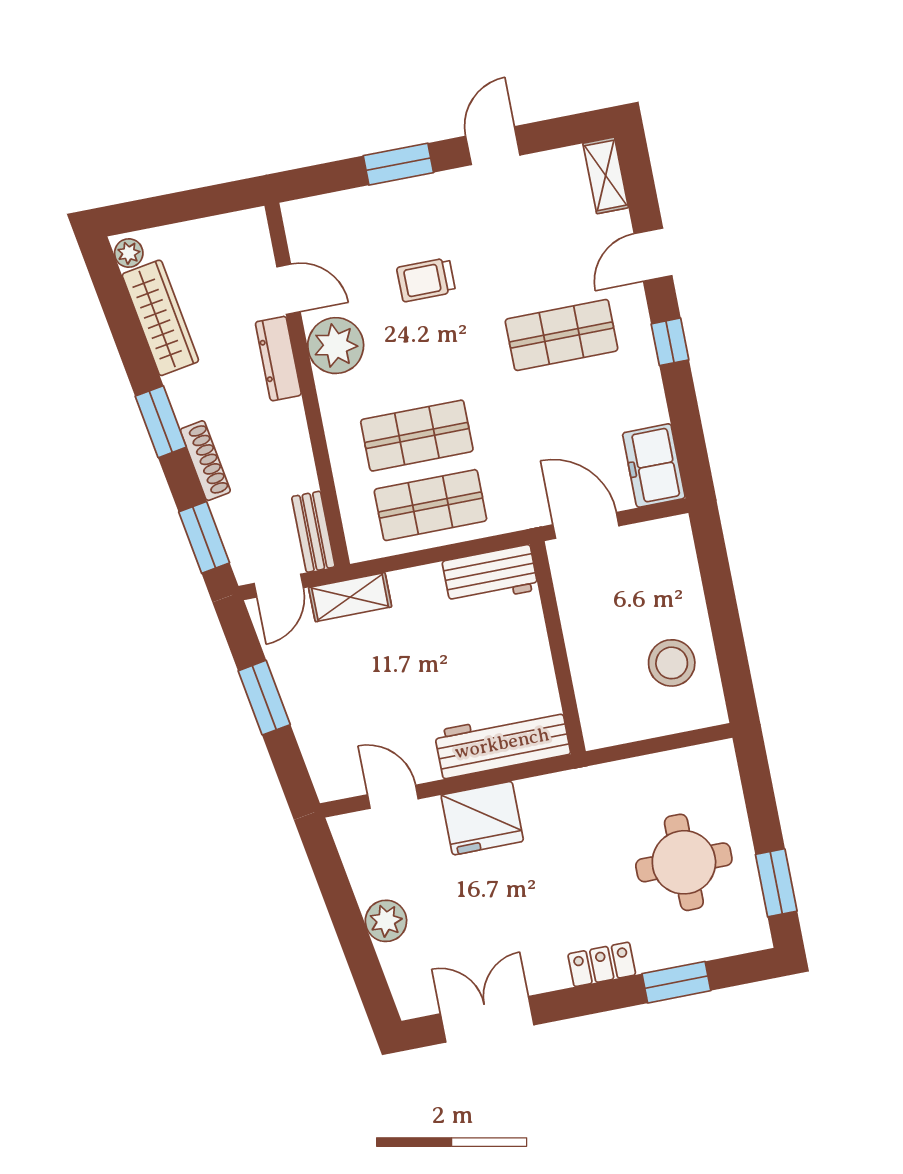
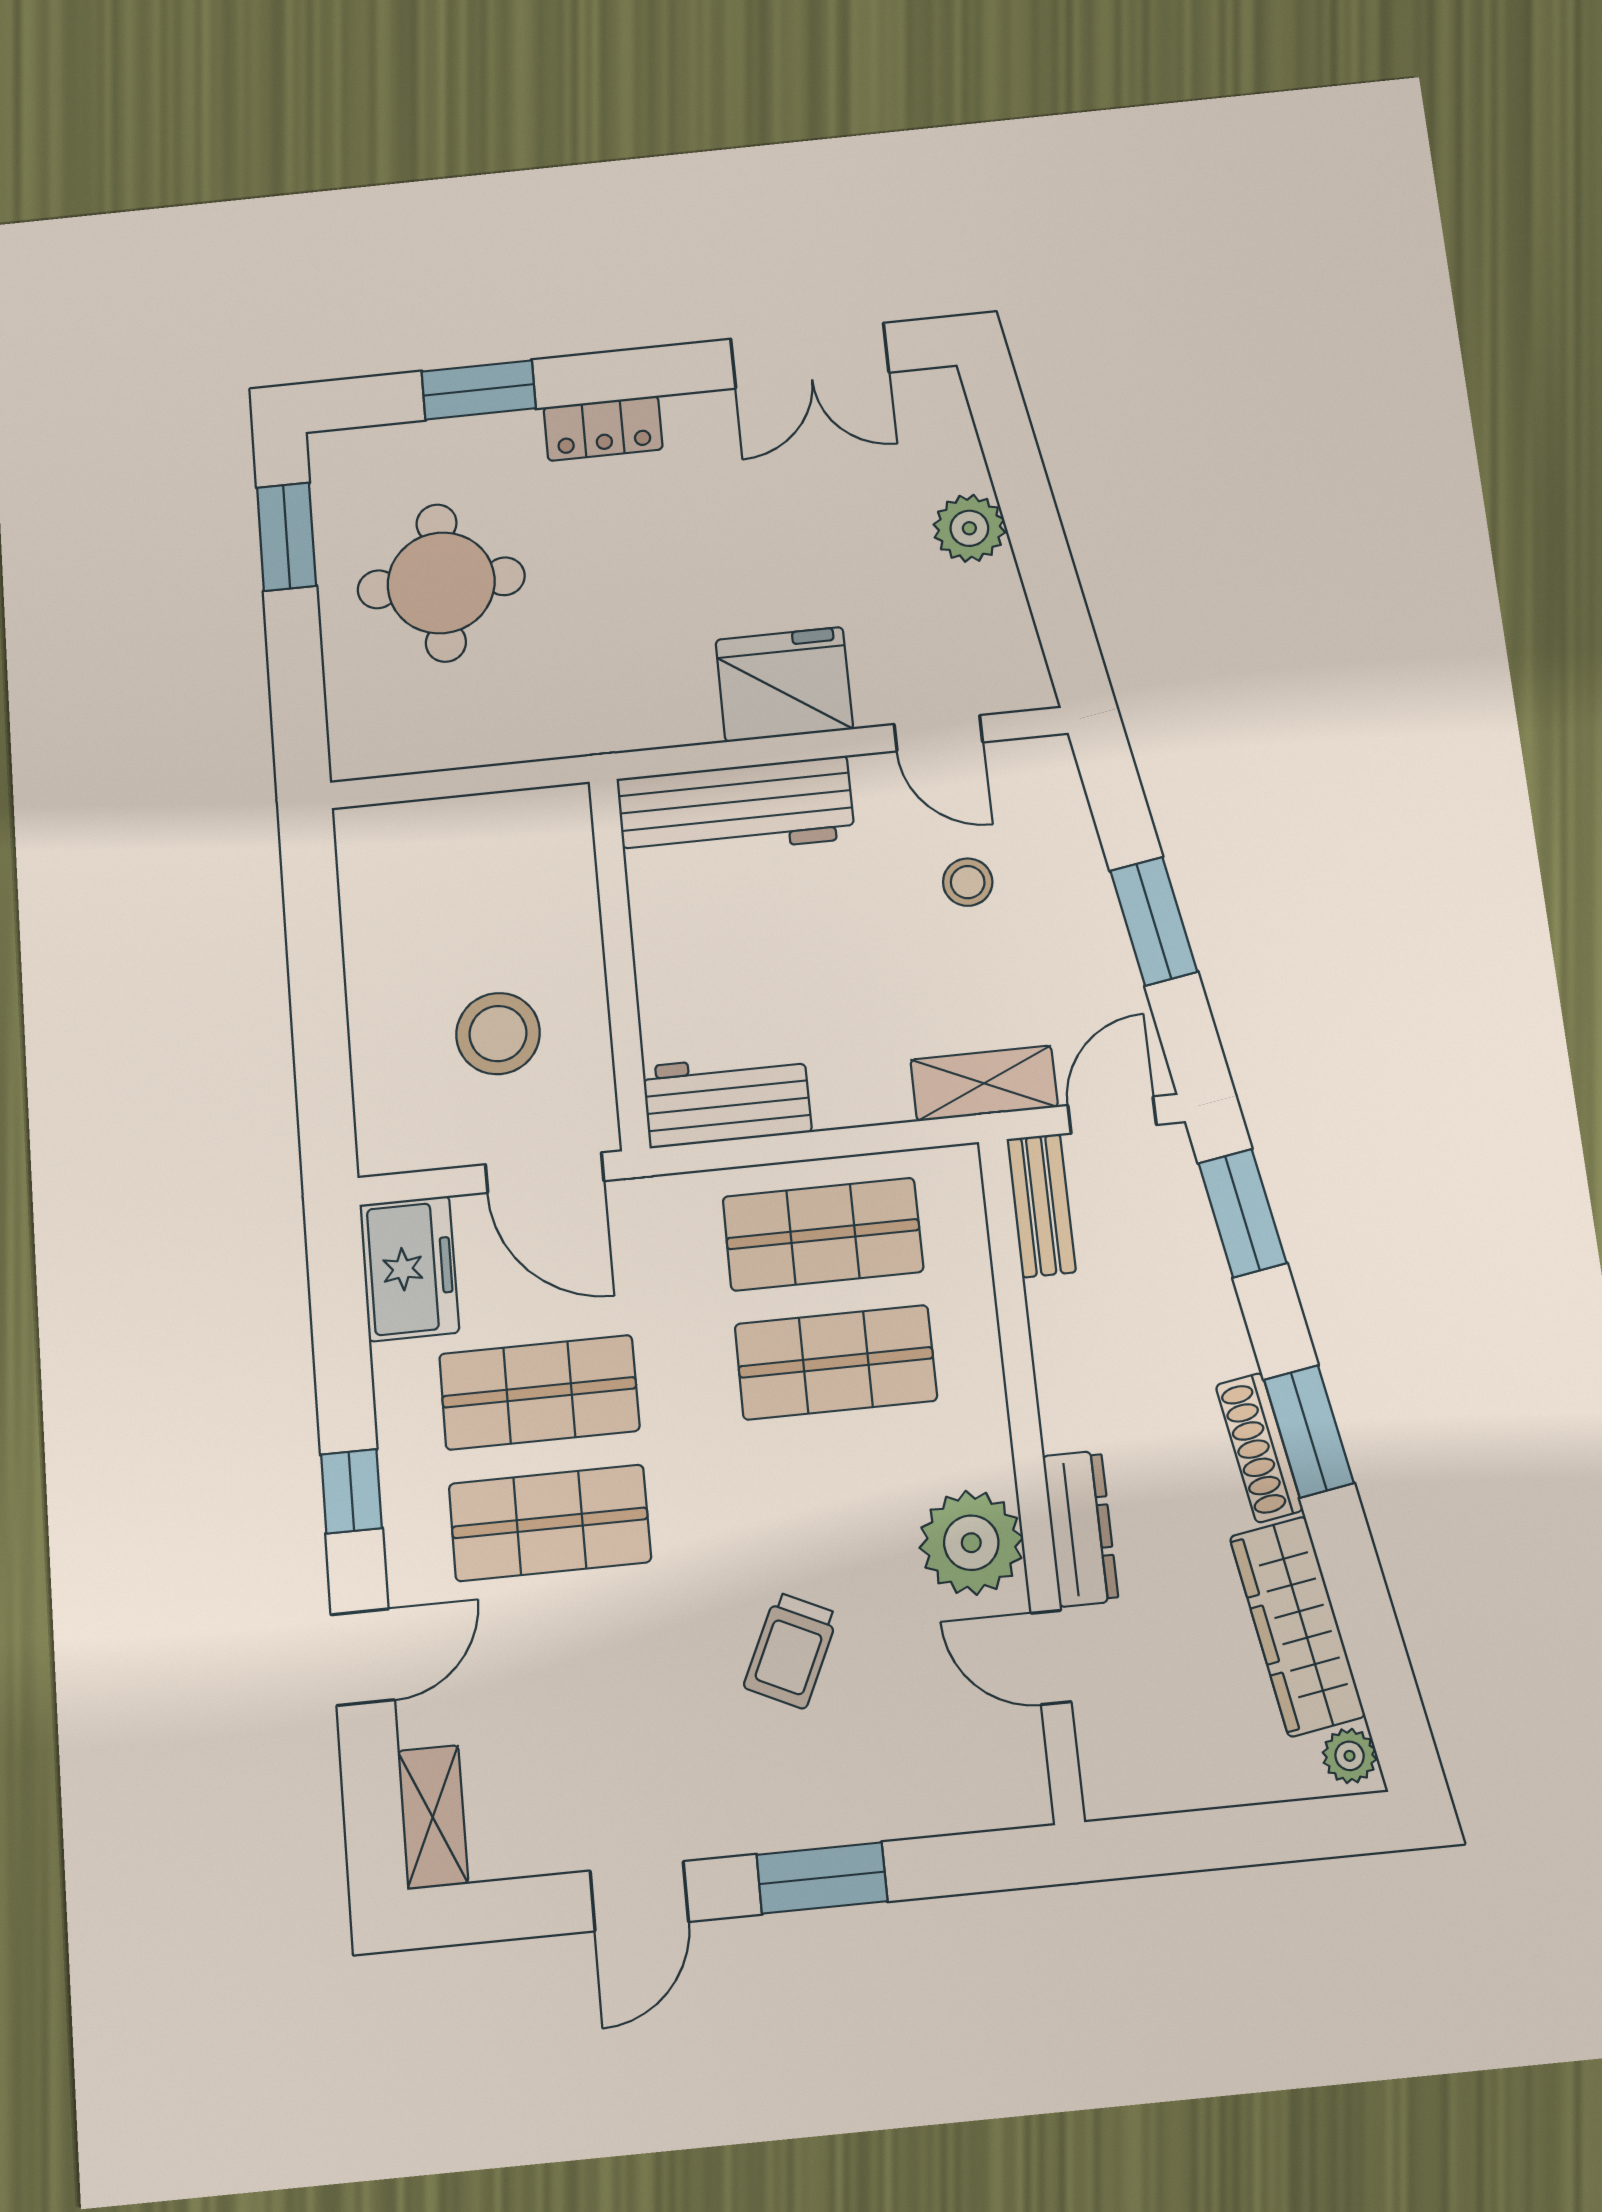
trolley: (426, 280) -> (791, 1651), turned 115
shop shelf: (575, 404) -> (539, 1392), added
shoe rack: (205, 461) -> (1259, 1448), moved
stool: (672, 663) -> (498, 1034), moved
stool: (369, 711) -> (968, 882), added

